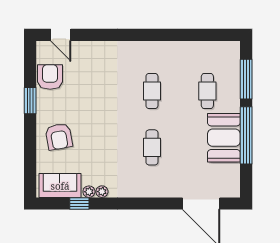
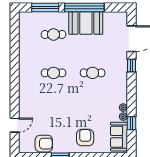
door: (61, 35) -> (15, 125), moved
armchair: (50, 77) -> (44, 144), turned 180
armchair: (59, 137) -> (85, 137), turned -80
window: (163, 203) -> (131, 65), added

